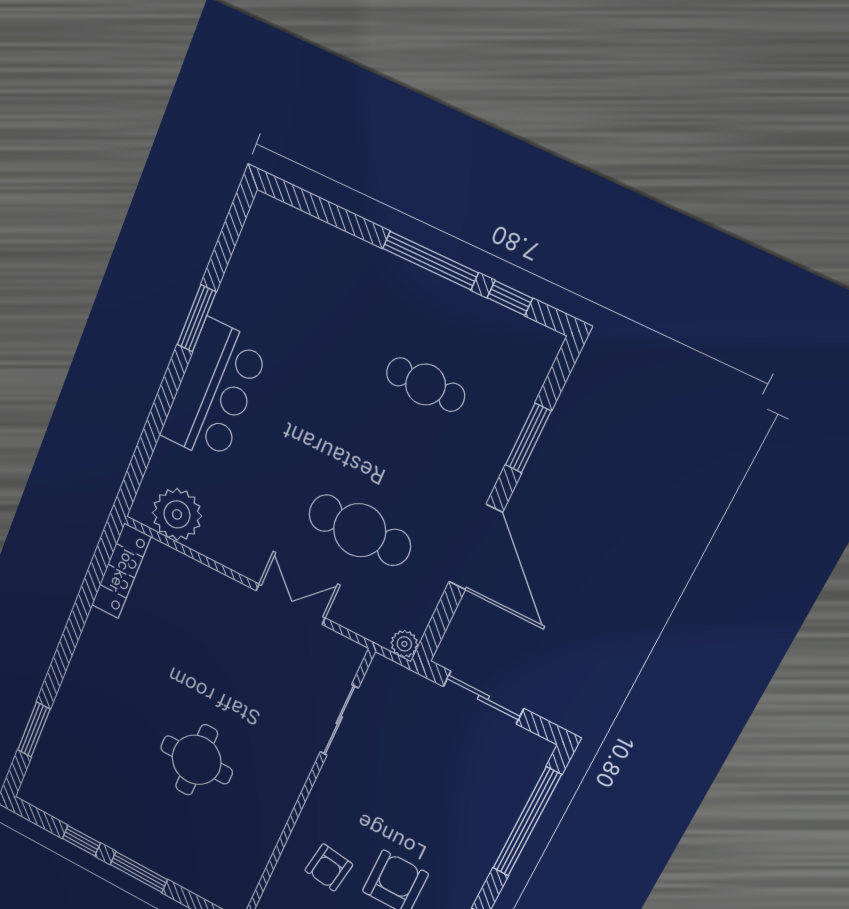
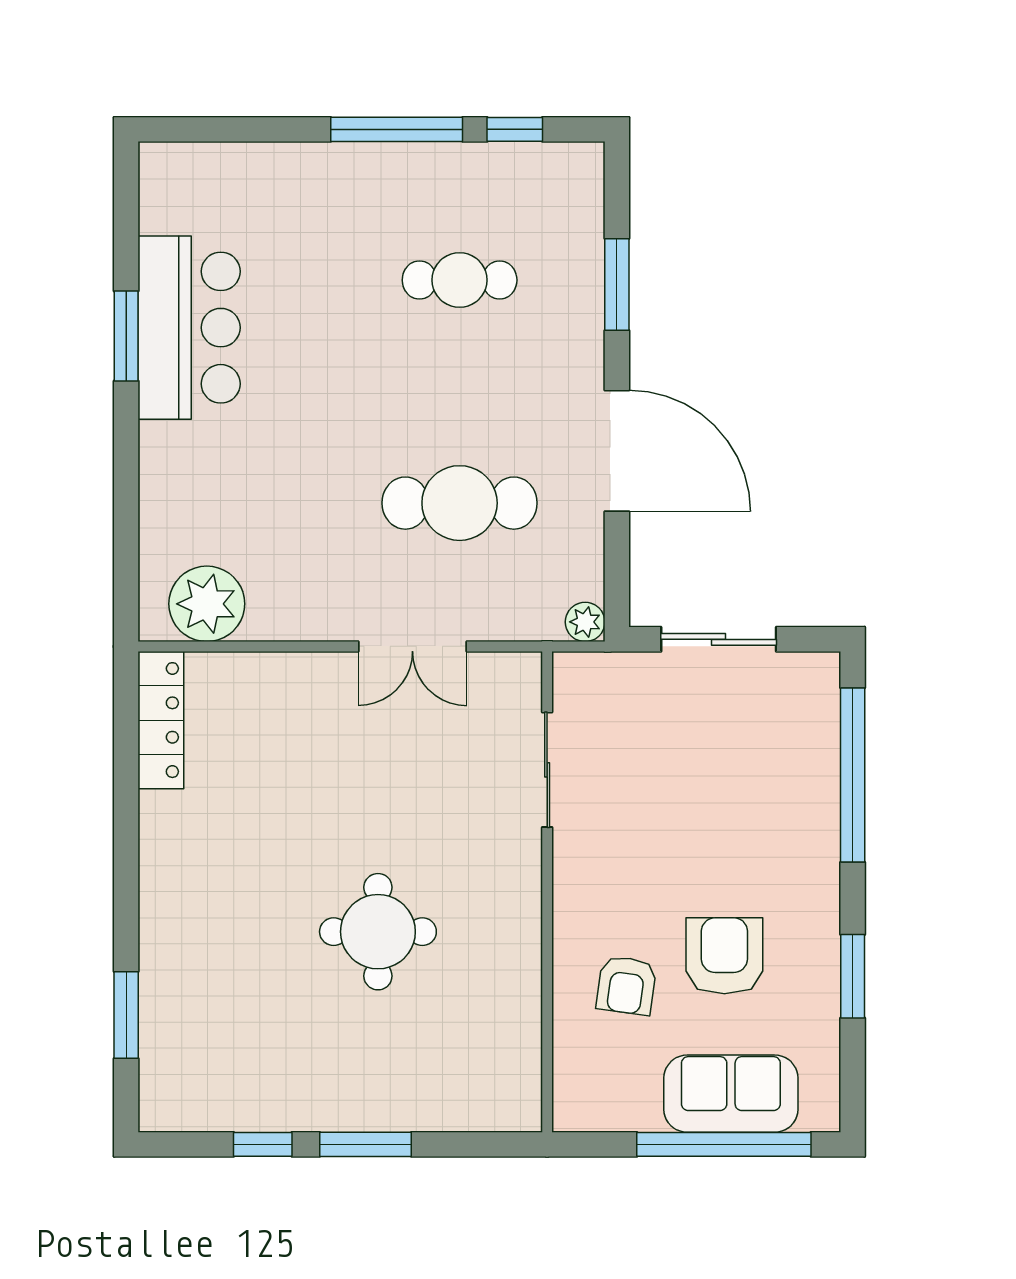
bar counter: (214, 391) -> (189, 328), moved
double door: (291, 604) -> (412, 646), swing flipped

